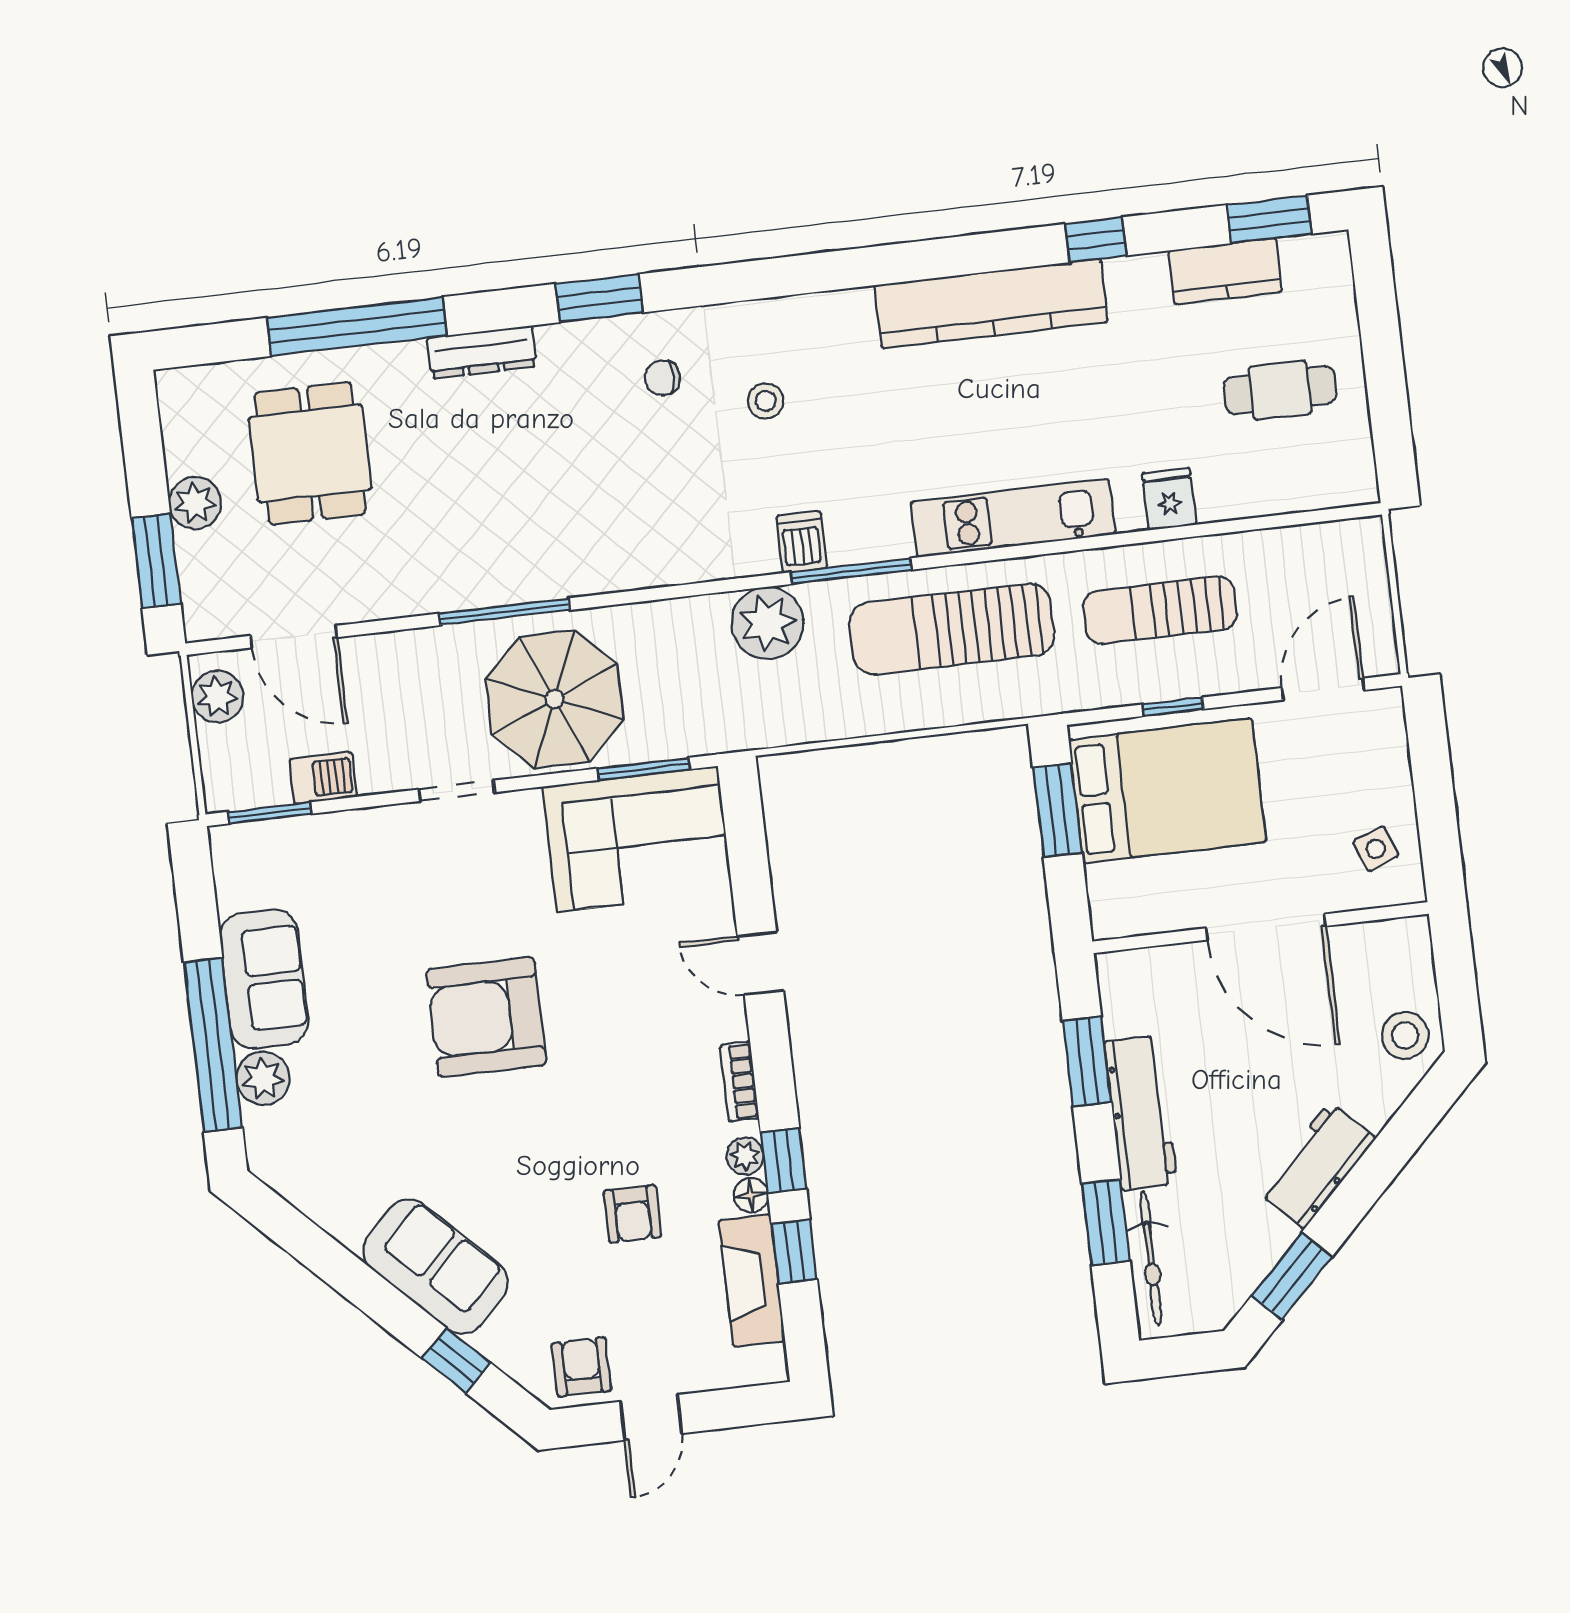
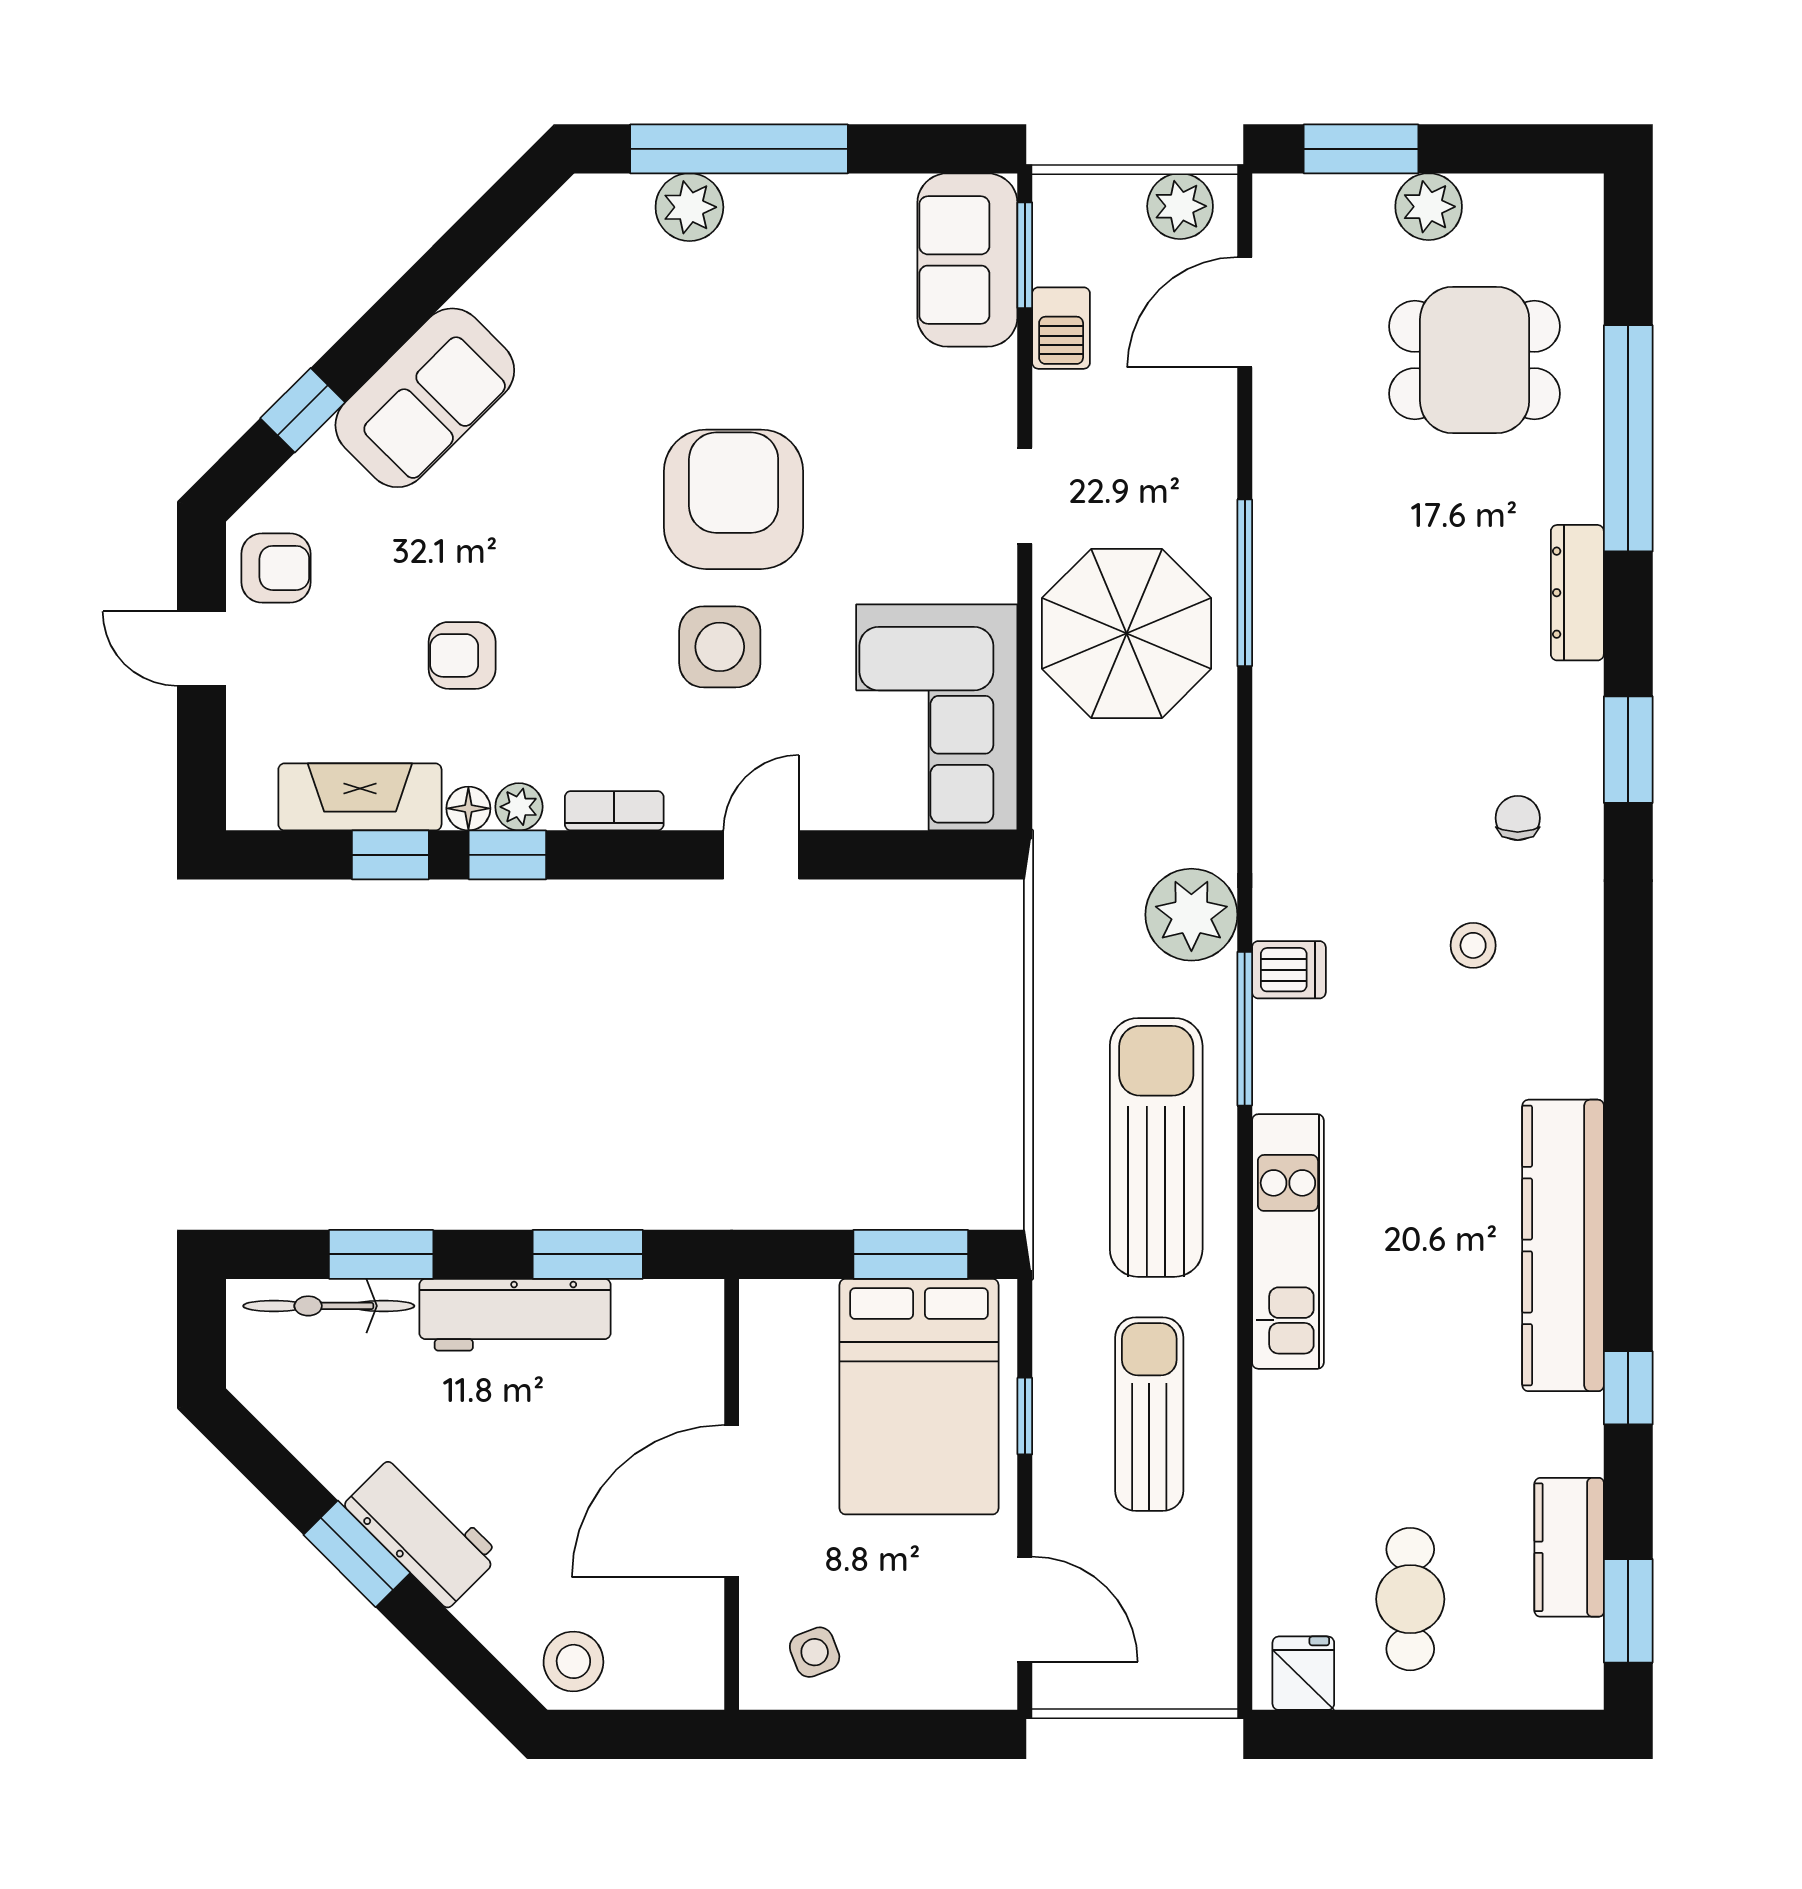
fridge: (1169, 499) -> (1303, 1673), moved, turned -90
window: (644, 769) -> (1025, 736), removed
sofa: (264, 979) -> (967, 260), moved, turned 90
side table: (602, 1014) -> (720, 647), added
window: (1292, 1276) -> (357, 1554), moved

